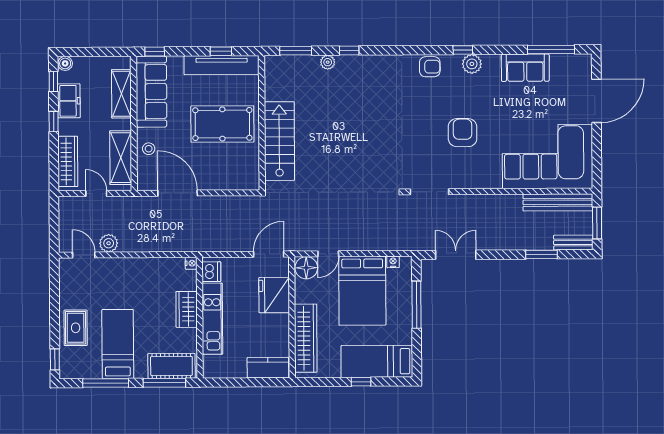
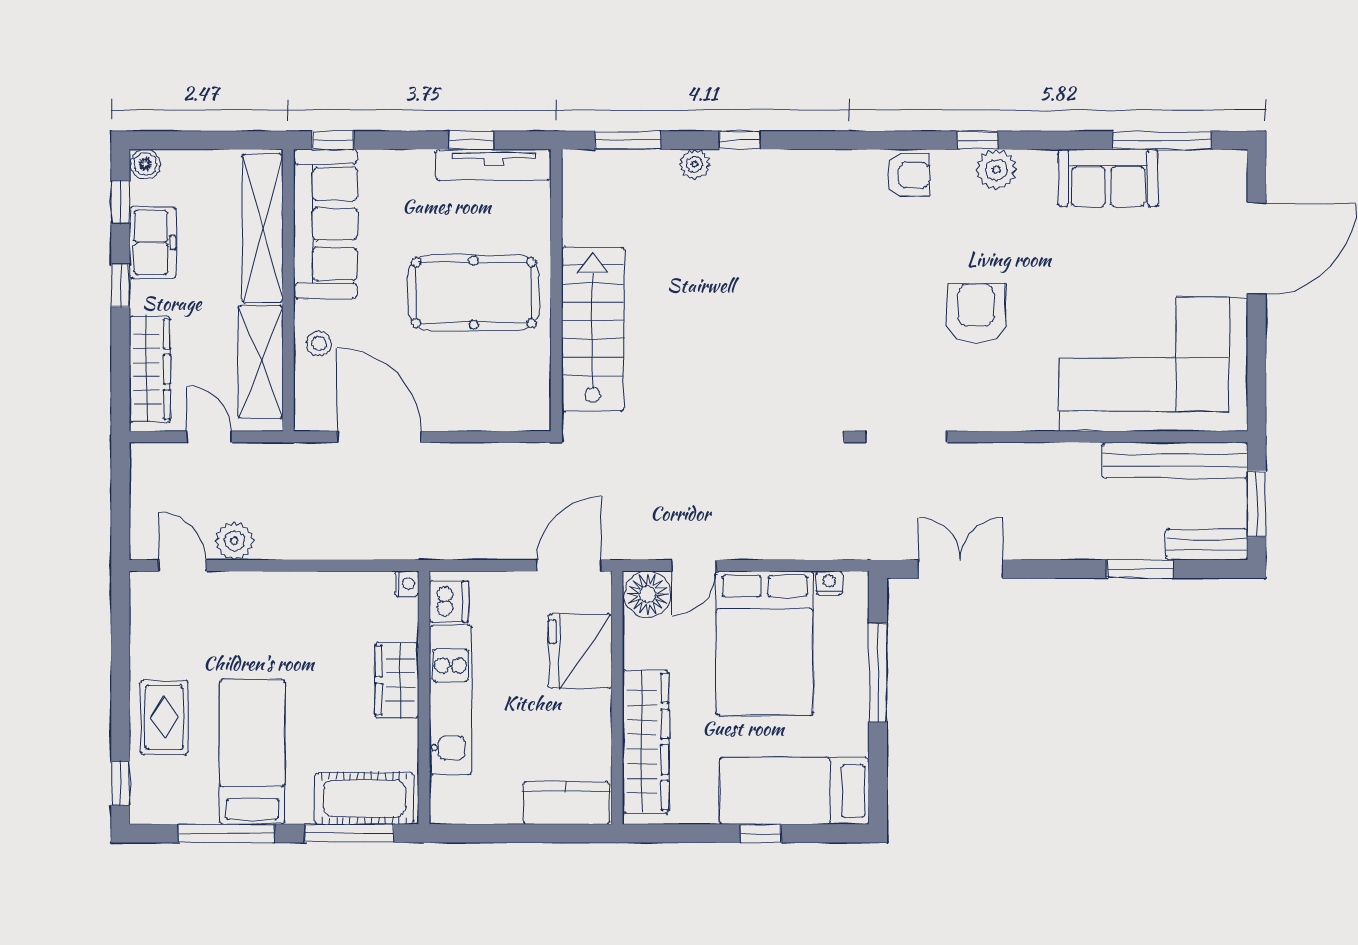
tv unit: (222, 65) -> (493, 165), width x0.73, depth x0.78
shelving: (121, 94) -> (263, 228), width x1.47

